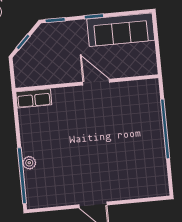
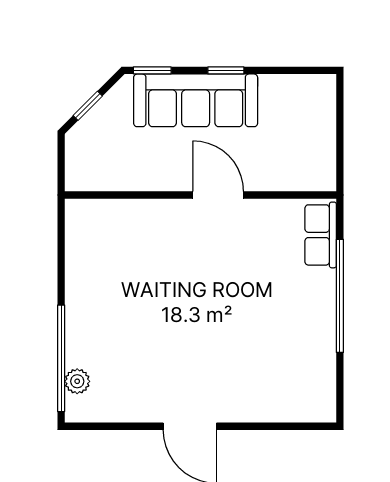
sofa: (121, 30) -> (196, 100), moved
row of seats: (34, 98) -> (321, 235), moved, turned 90
plant: (29, 163) -> (77, 381), moved

